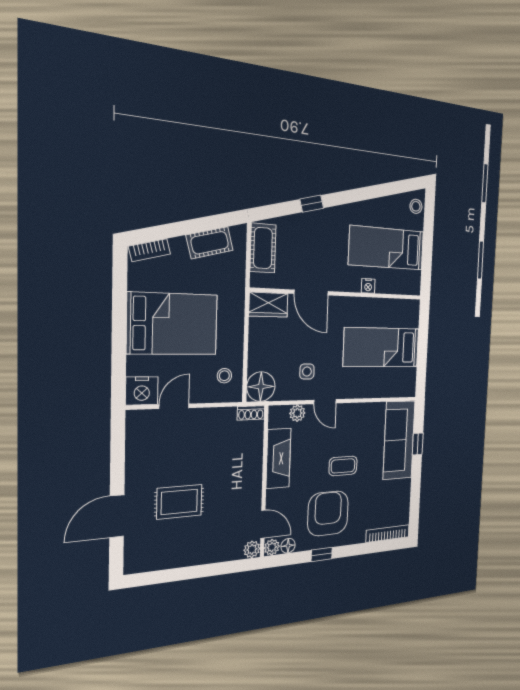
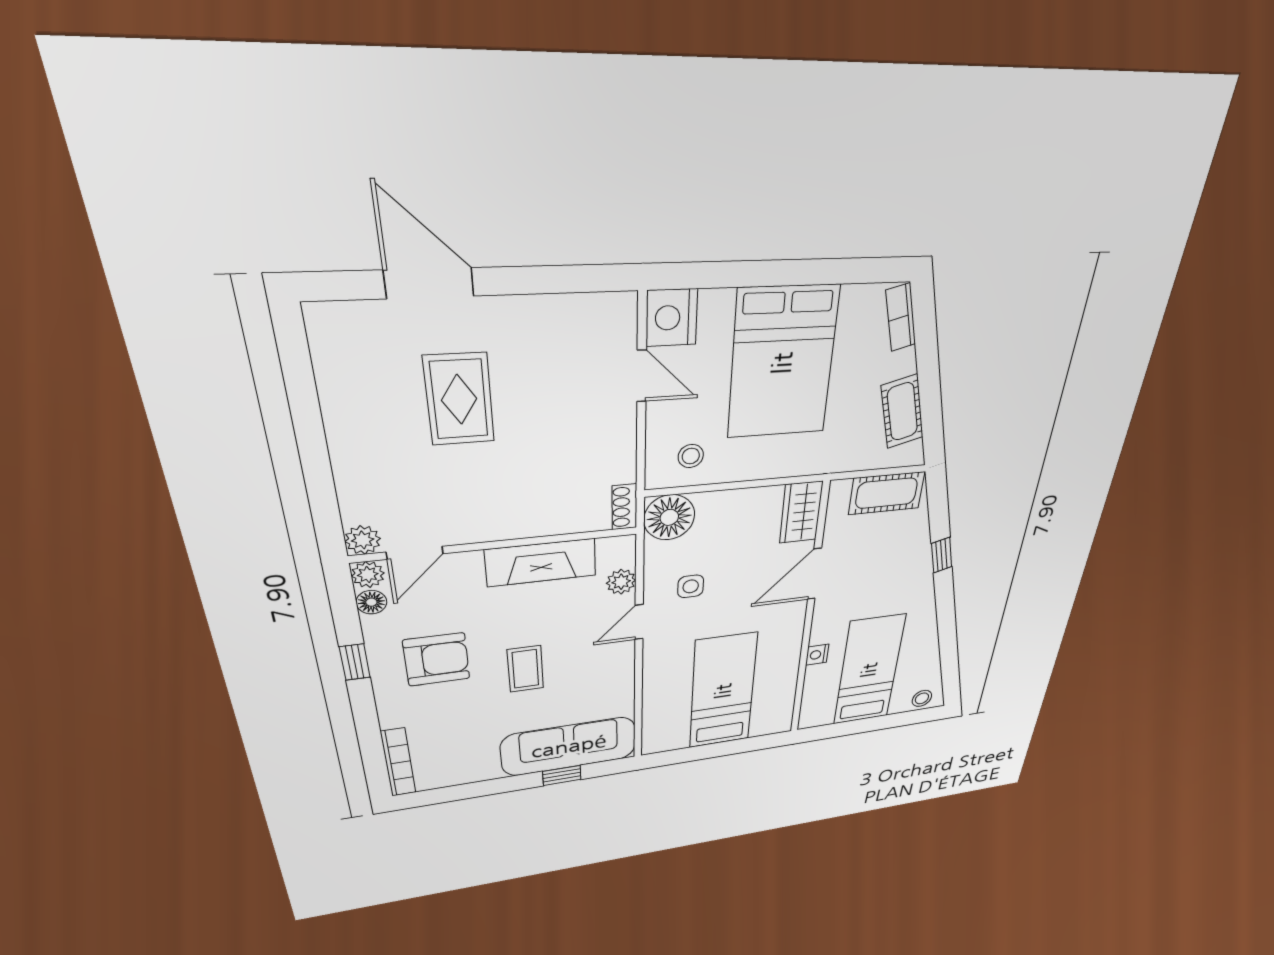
armchair: (328, 513) -> (437, 660), width x0.73, depth x0.73

